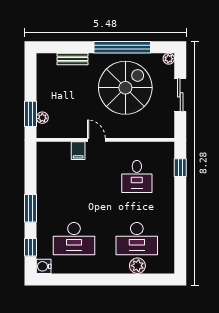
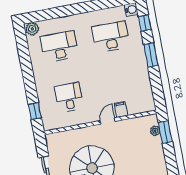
door: (96, 140) -> (108, 121), swing flipped
plant: (137, 266) -> (32, 29), moved

